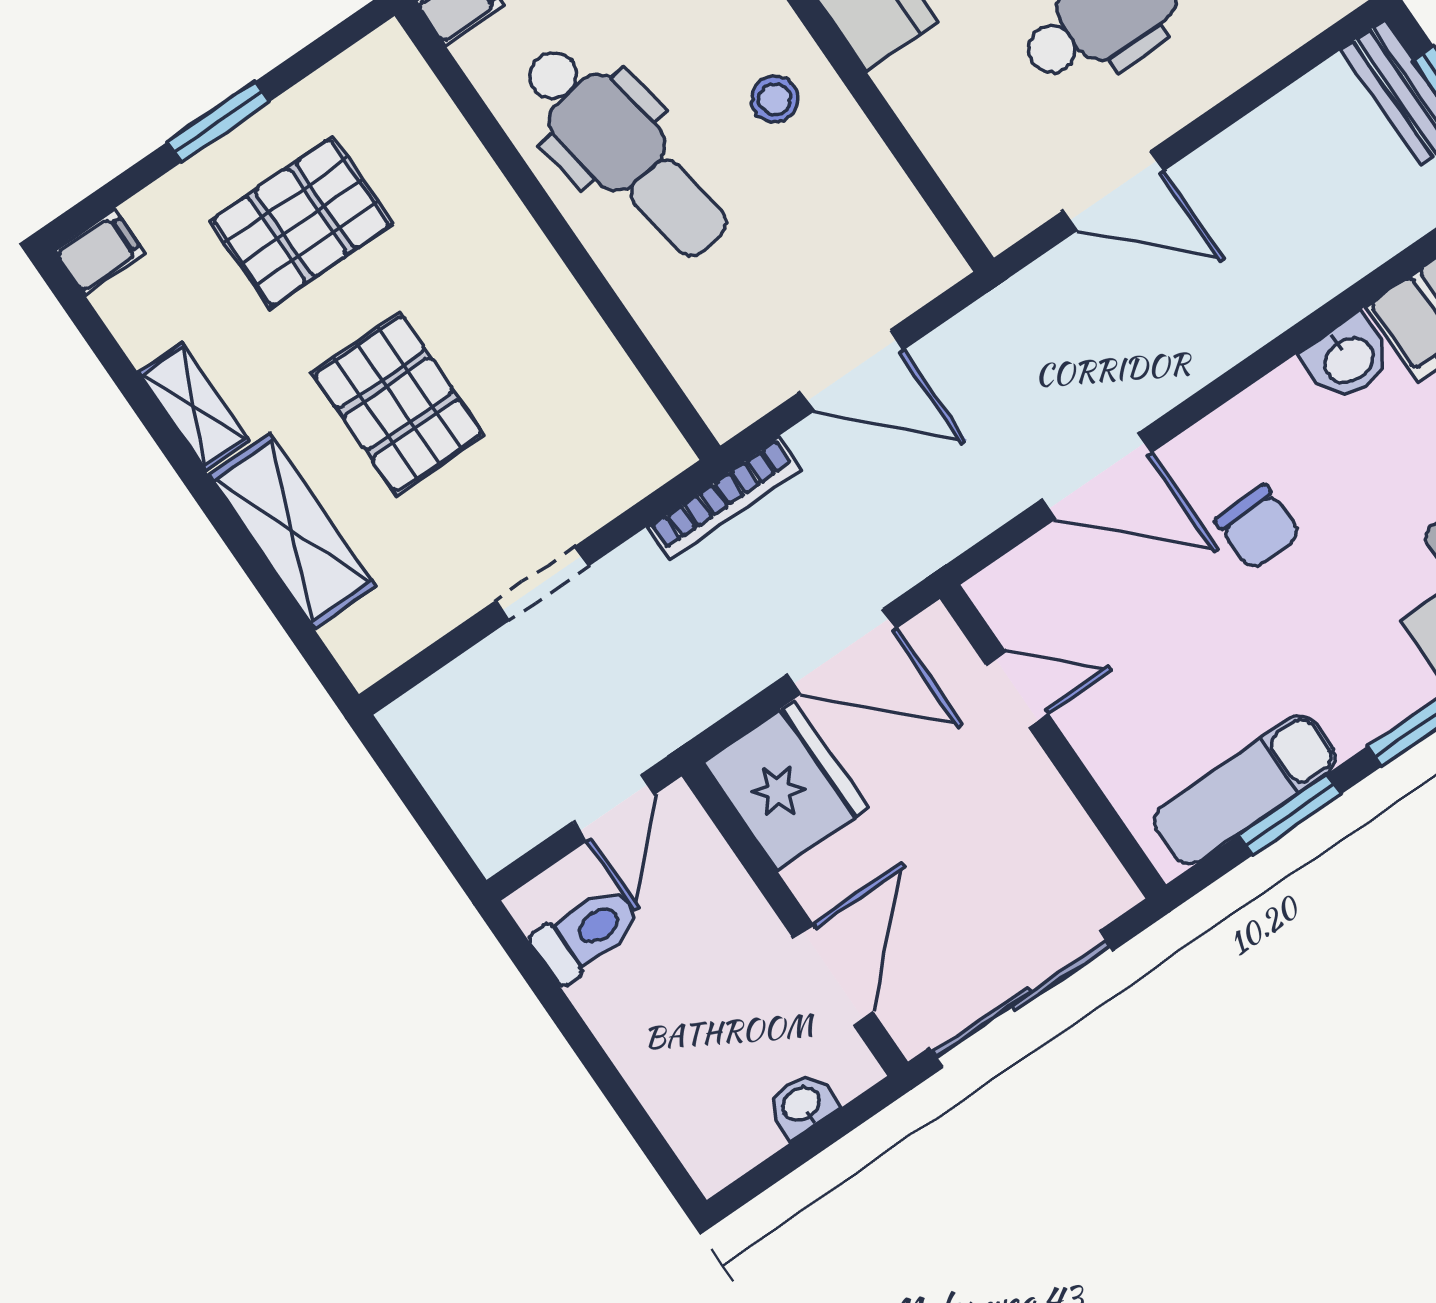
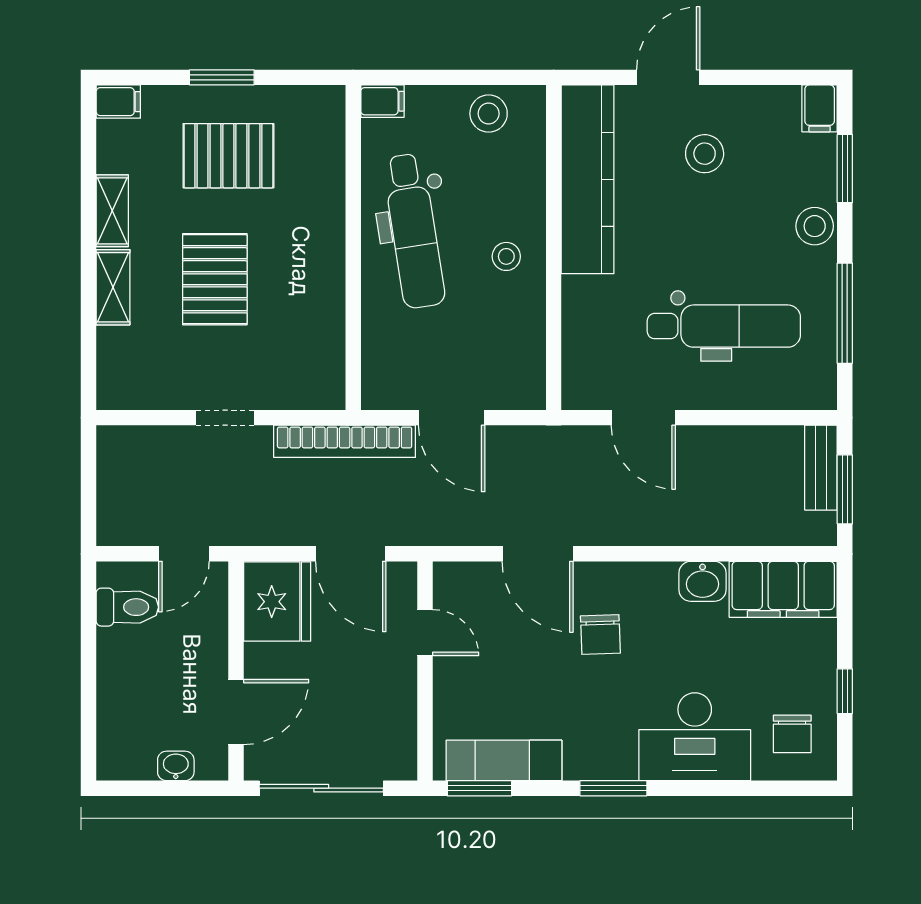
bookcase: (724, 498) -> (345, 441), width x1.48, depth x1.31
shelving: (292, 531) -> (113, 287), width x0.67, depth x0.75
window: (1290, 815) -> (479, 788), moved

